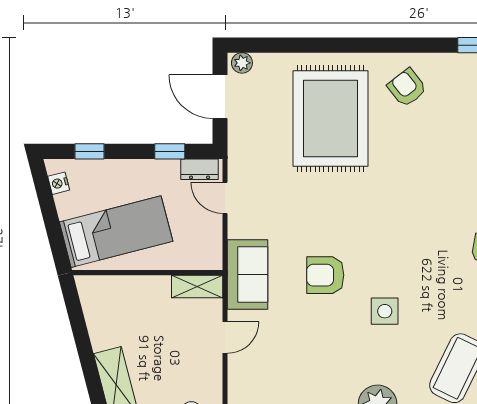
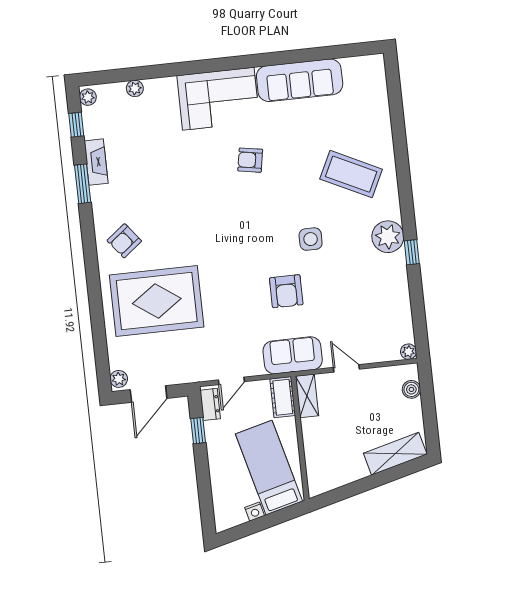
window: (90, 151) -> (205, 497), removed
nightstand: (59, 183) -> (255, 512), moved
cot: (199, 257) -> (283, 397), added

